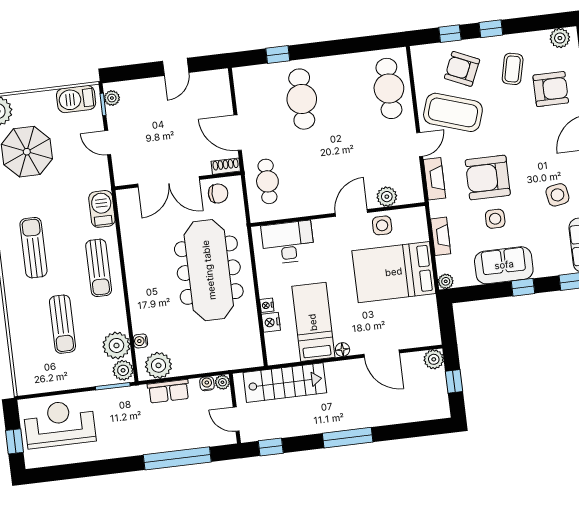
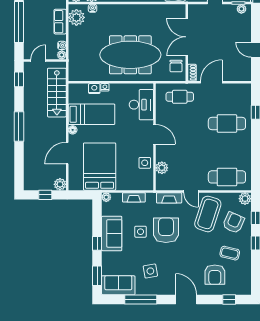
plant: (560, 38) -> (245, 199), moved
door: (351, 213) -> (155, 134), moved
bed: (394, 272) -> (100, 167), moved

